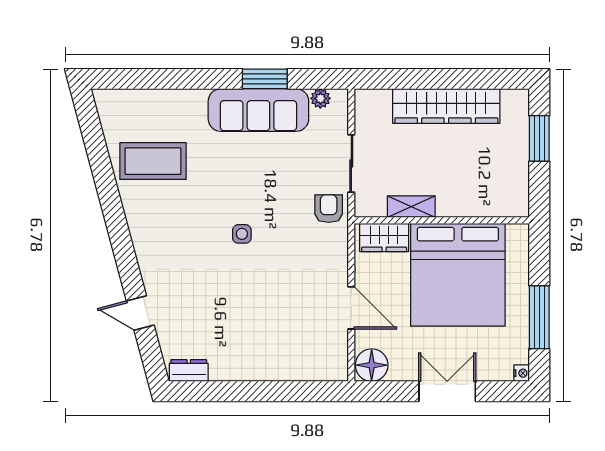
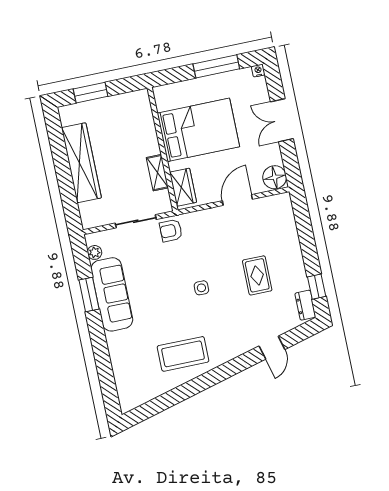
coffee table: (153, 161) -> (183, 354), moved, turned 90
bed: (458, 275) -> (198, 130), width x0.73
rug: (243, 313) -> (257, 275), added
window: (211, 391) -> (317, 287), added

